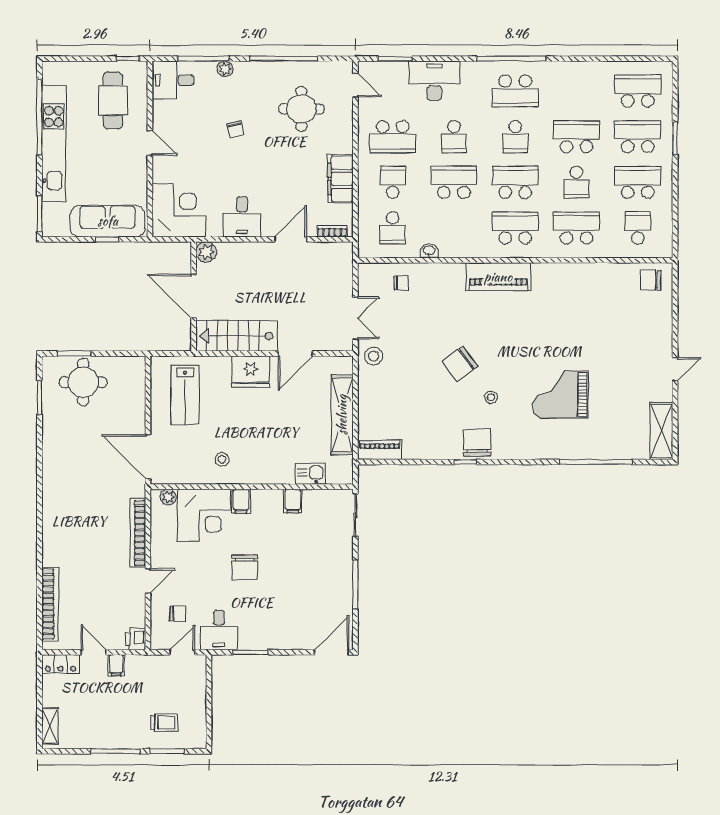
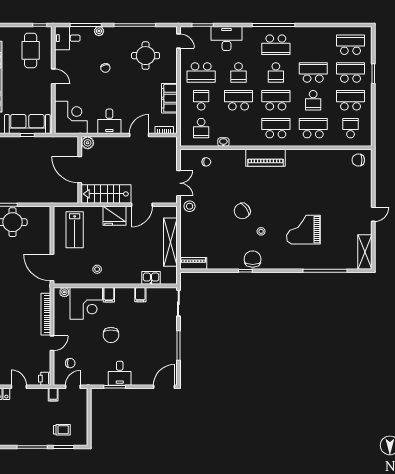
desk: (219, 630) -> (120, 373), moved
filing cabinet: (116, 665) -> (53, 395), moved

